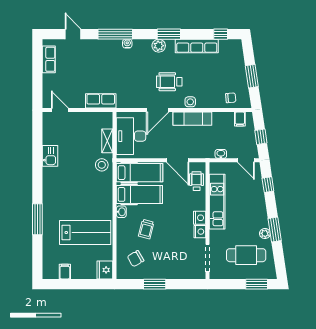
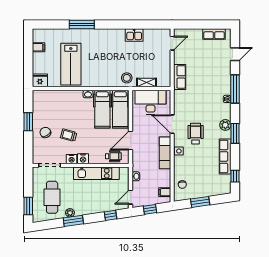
trolley: (146, 229) -> (69, 135), moved
chair: (136, 259) -> (45, 132), moved

